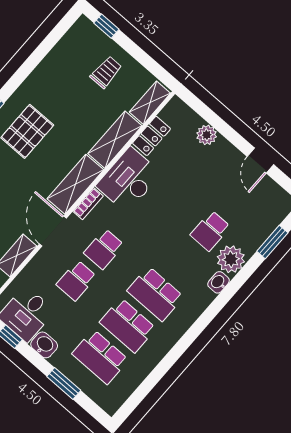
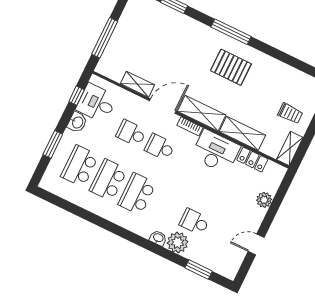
shelving: (150, 103) -> (290, 148), moved, turned 90

